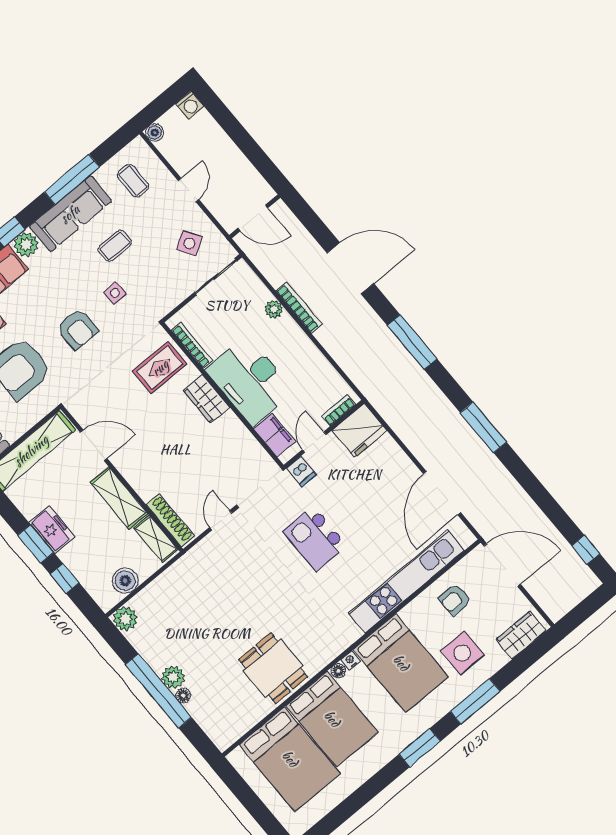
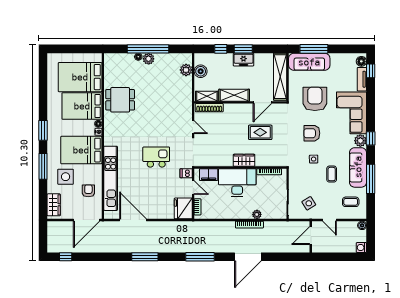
wall: (255, 216) -> (311, 237), moved
door: (253, 218) -> (311, 236), moved
rug: (160, 368) -> (260, 132), moved, turned 90
plant: (125, 619) -> (186, 70), moved

